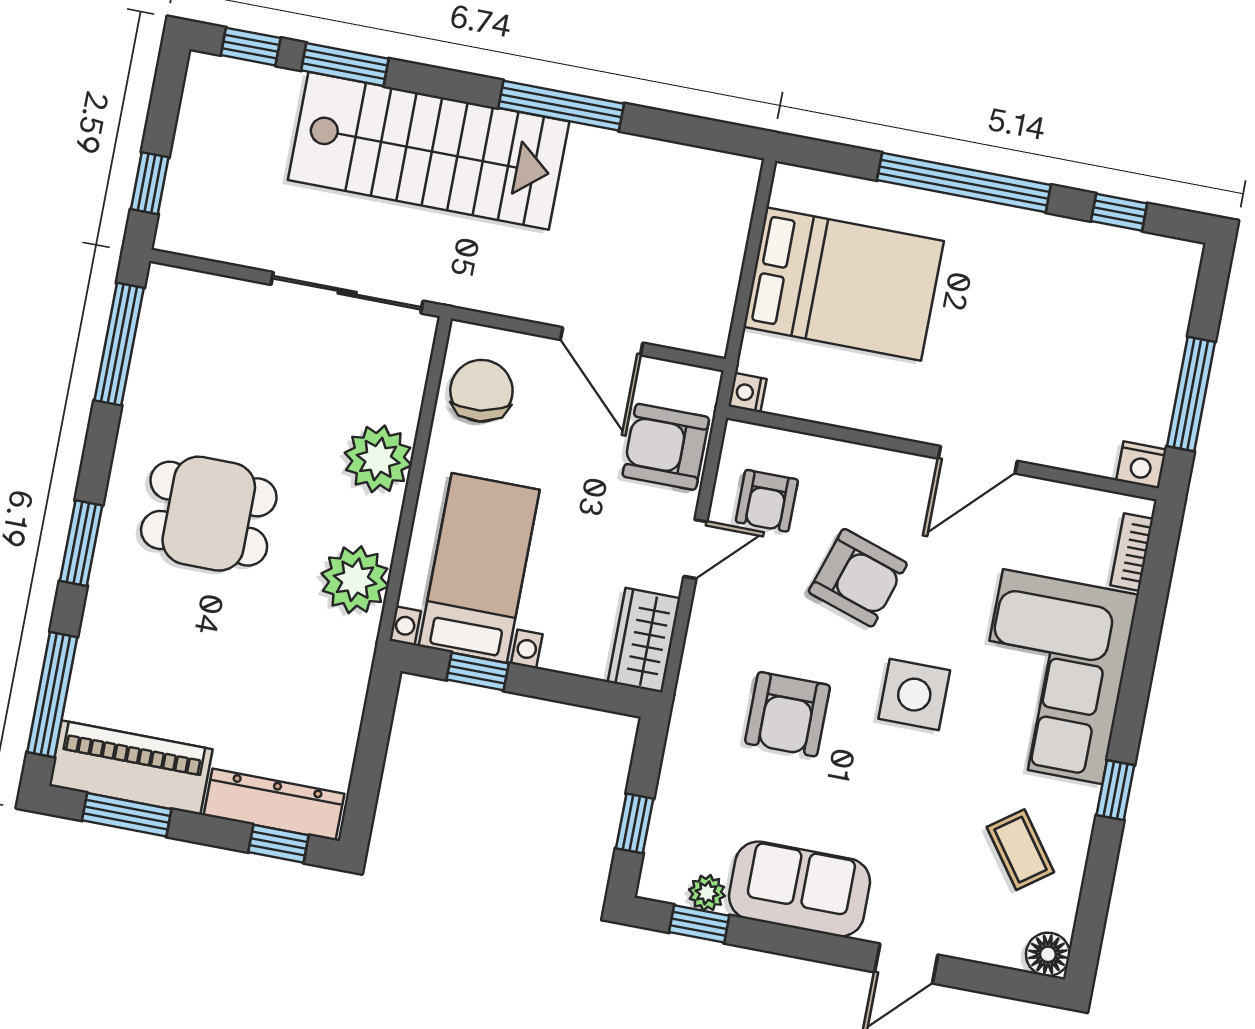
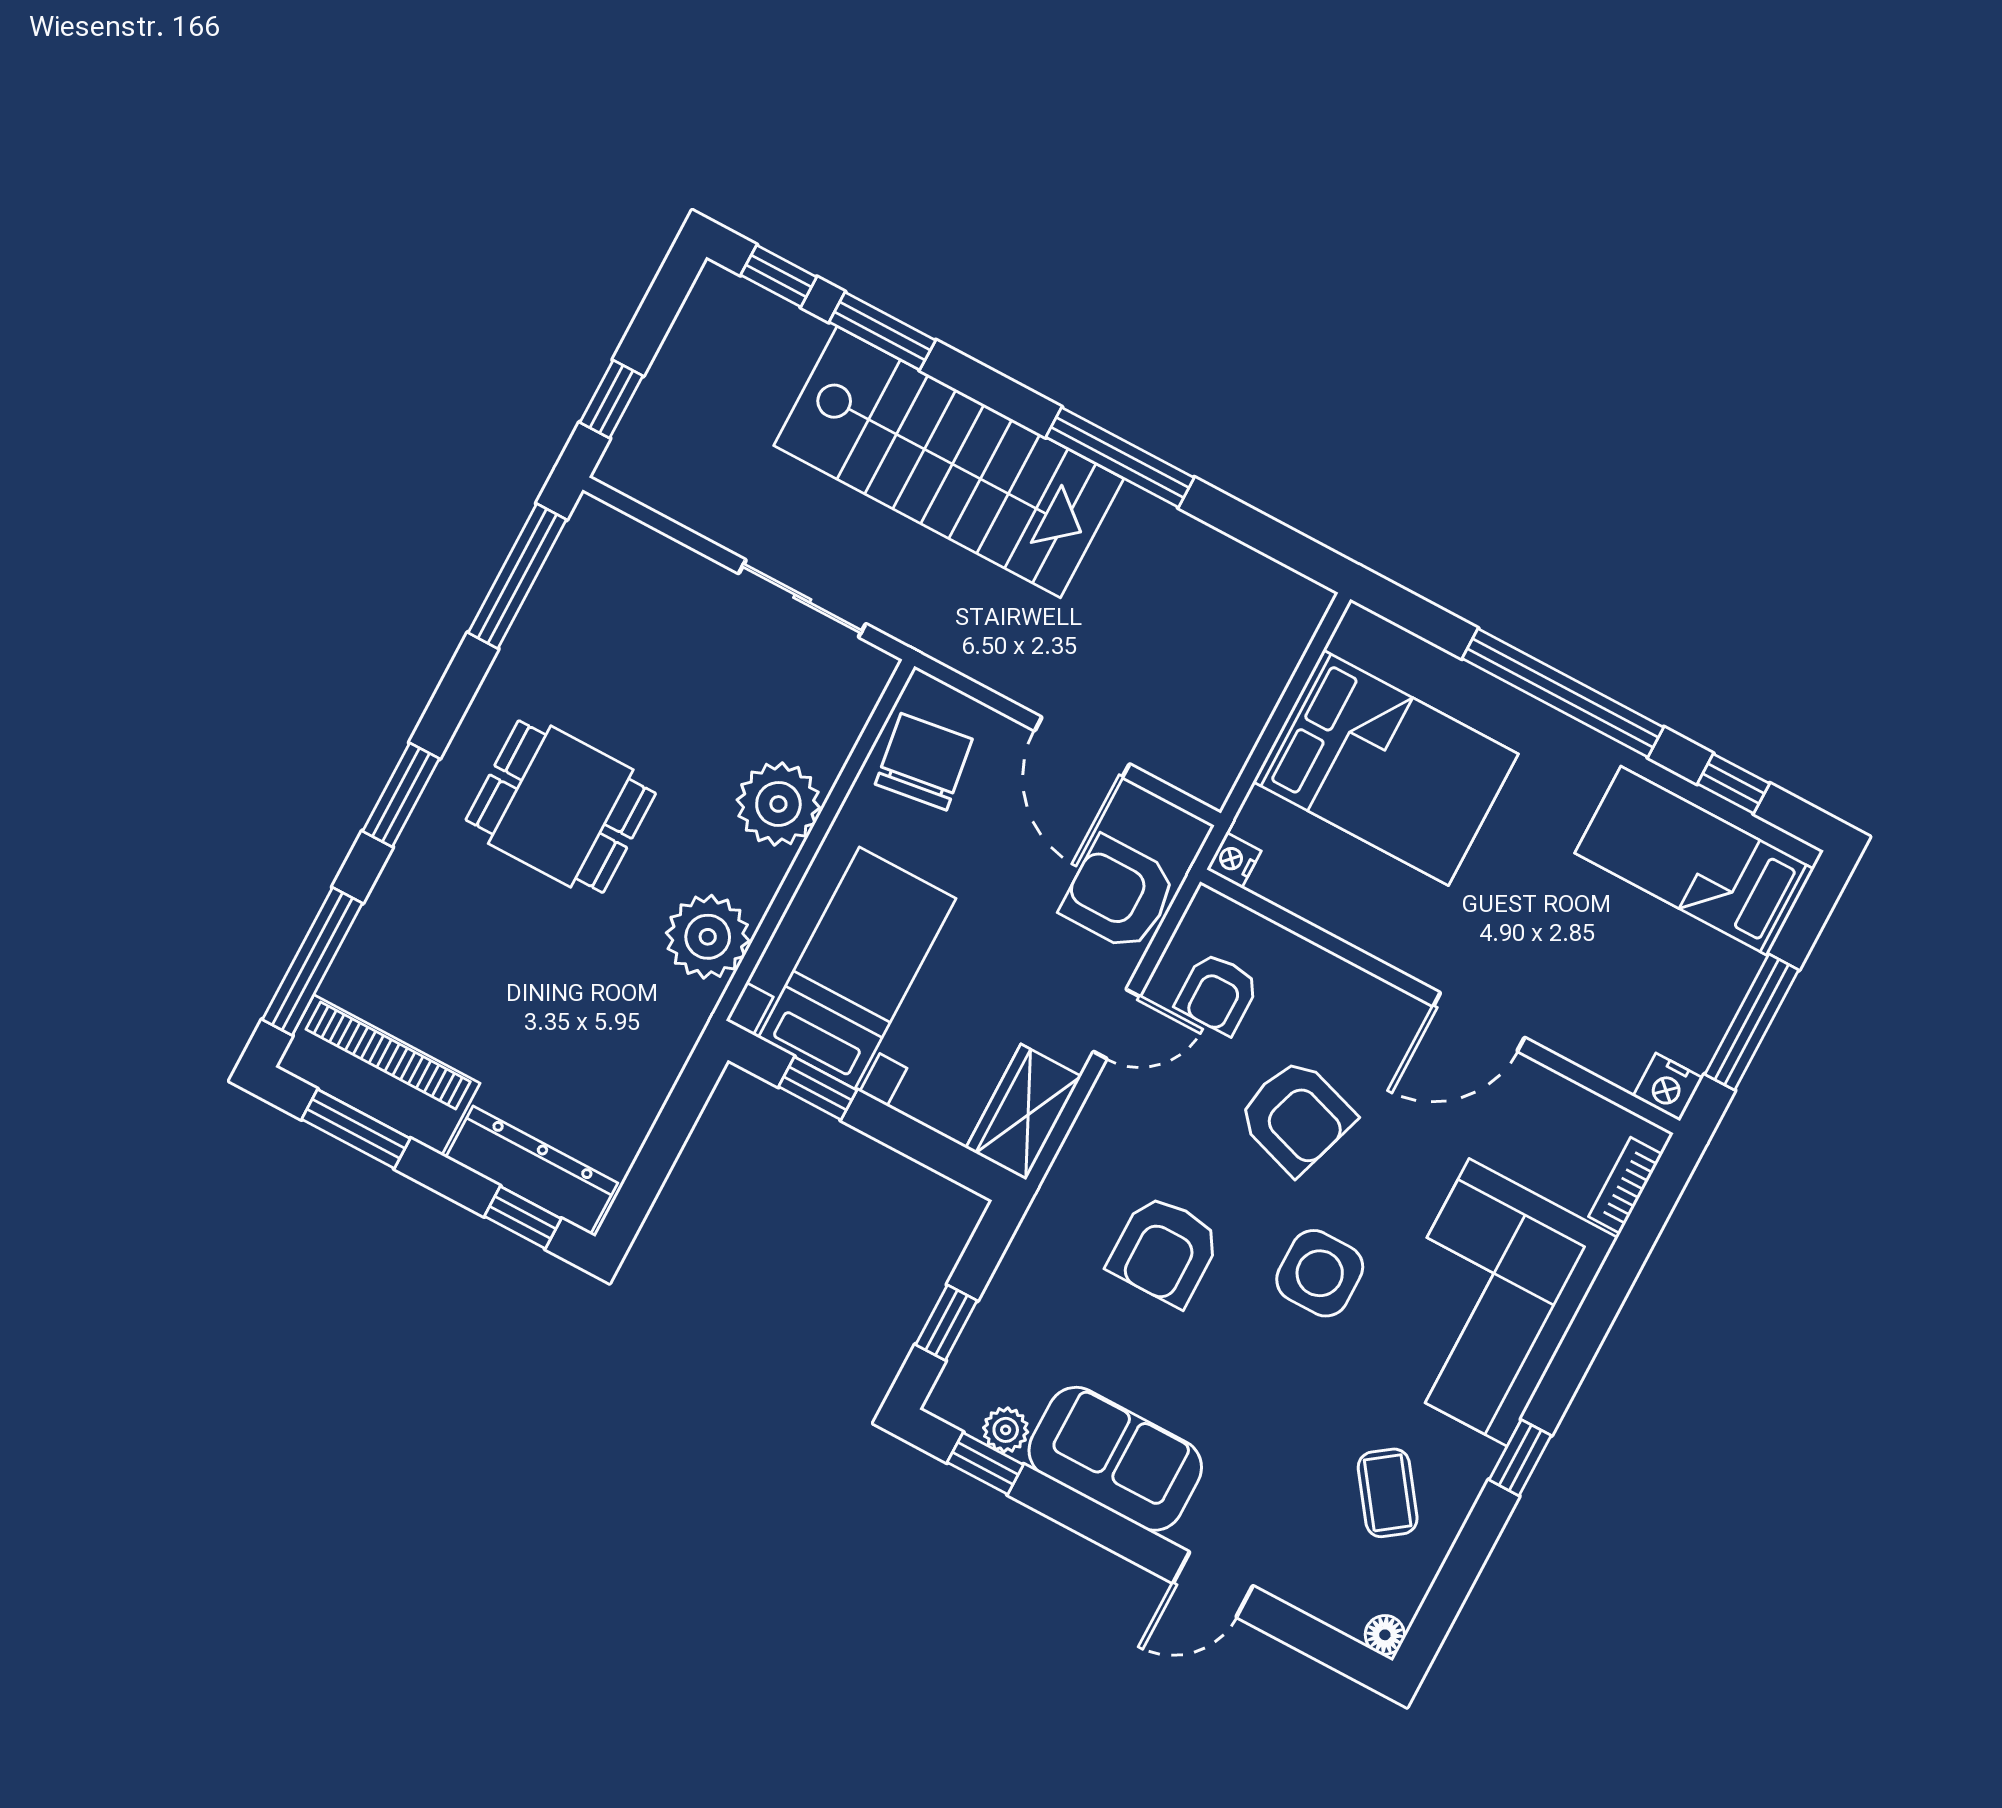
bed: (1107, 282) -> (1694, 861), added
sliding door: (347, 293) -> (802, 599), width x0.73
floor lamp: (1048, 954) -> (1385, 1635), width x0.73, depth x0.73

